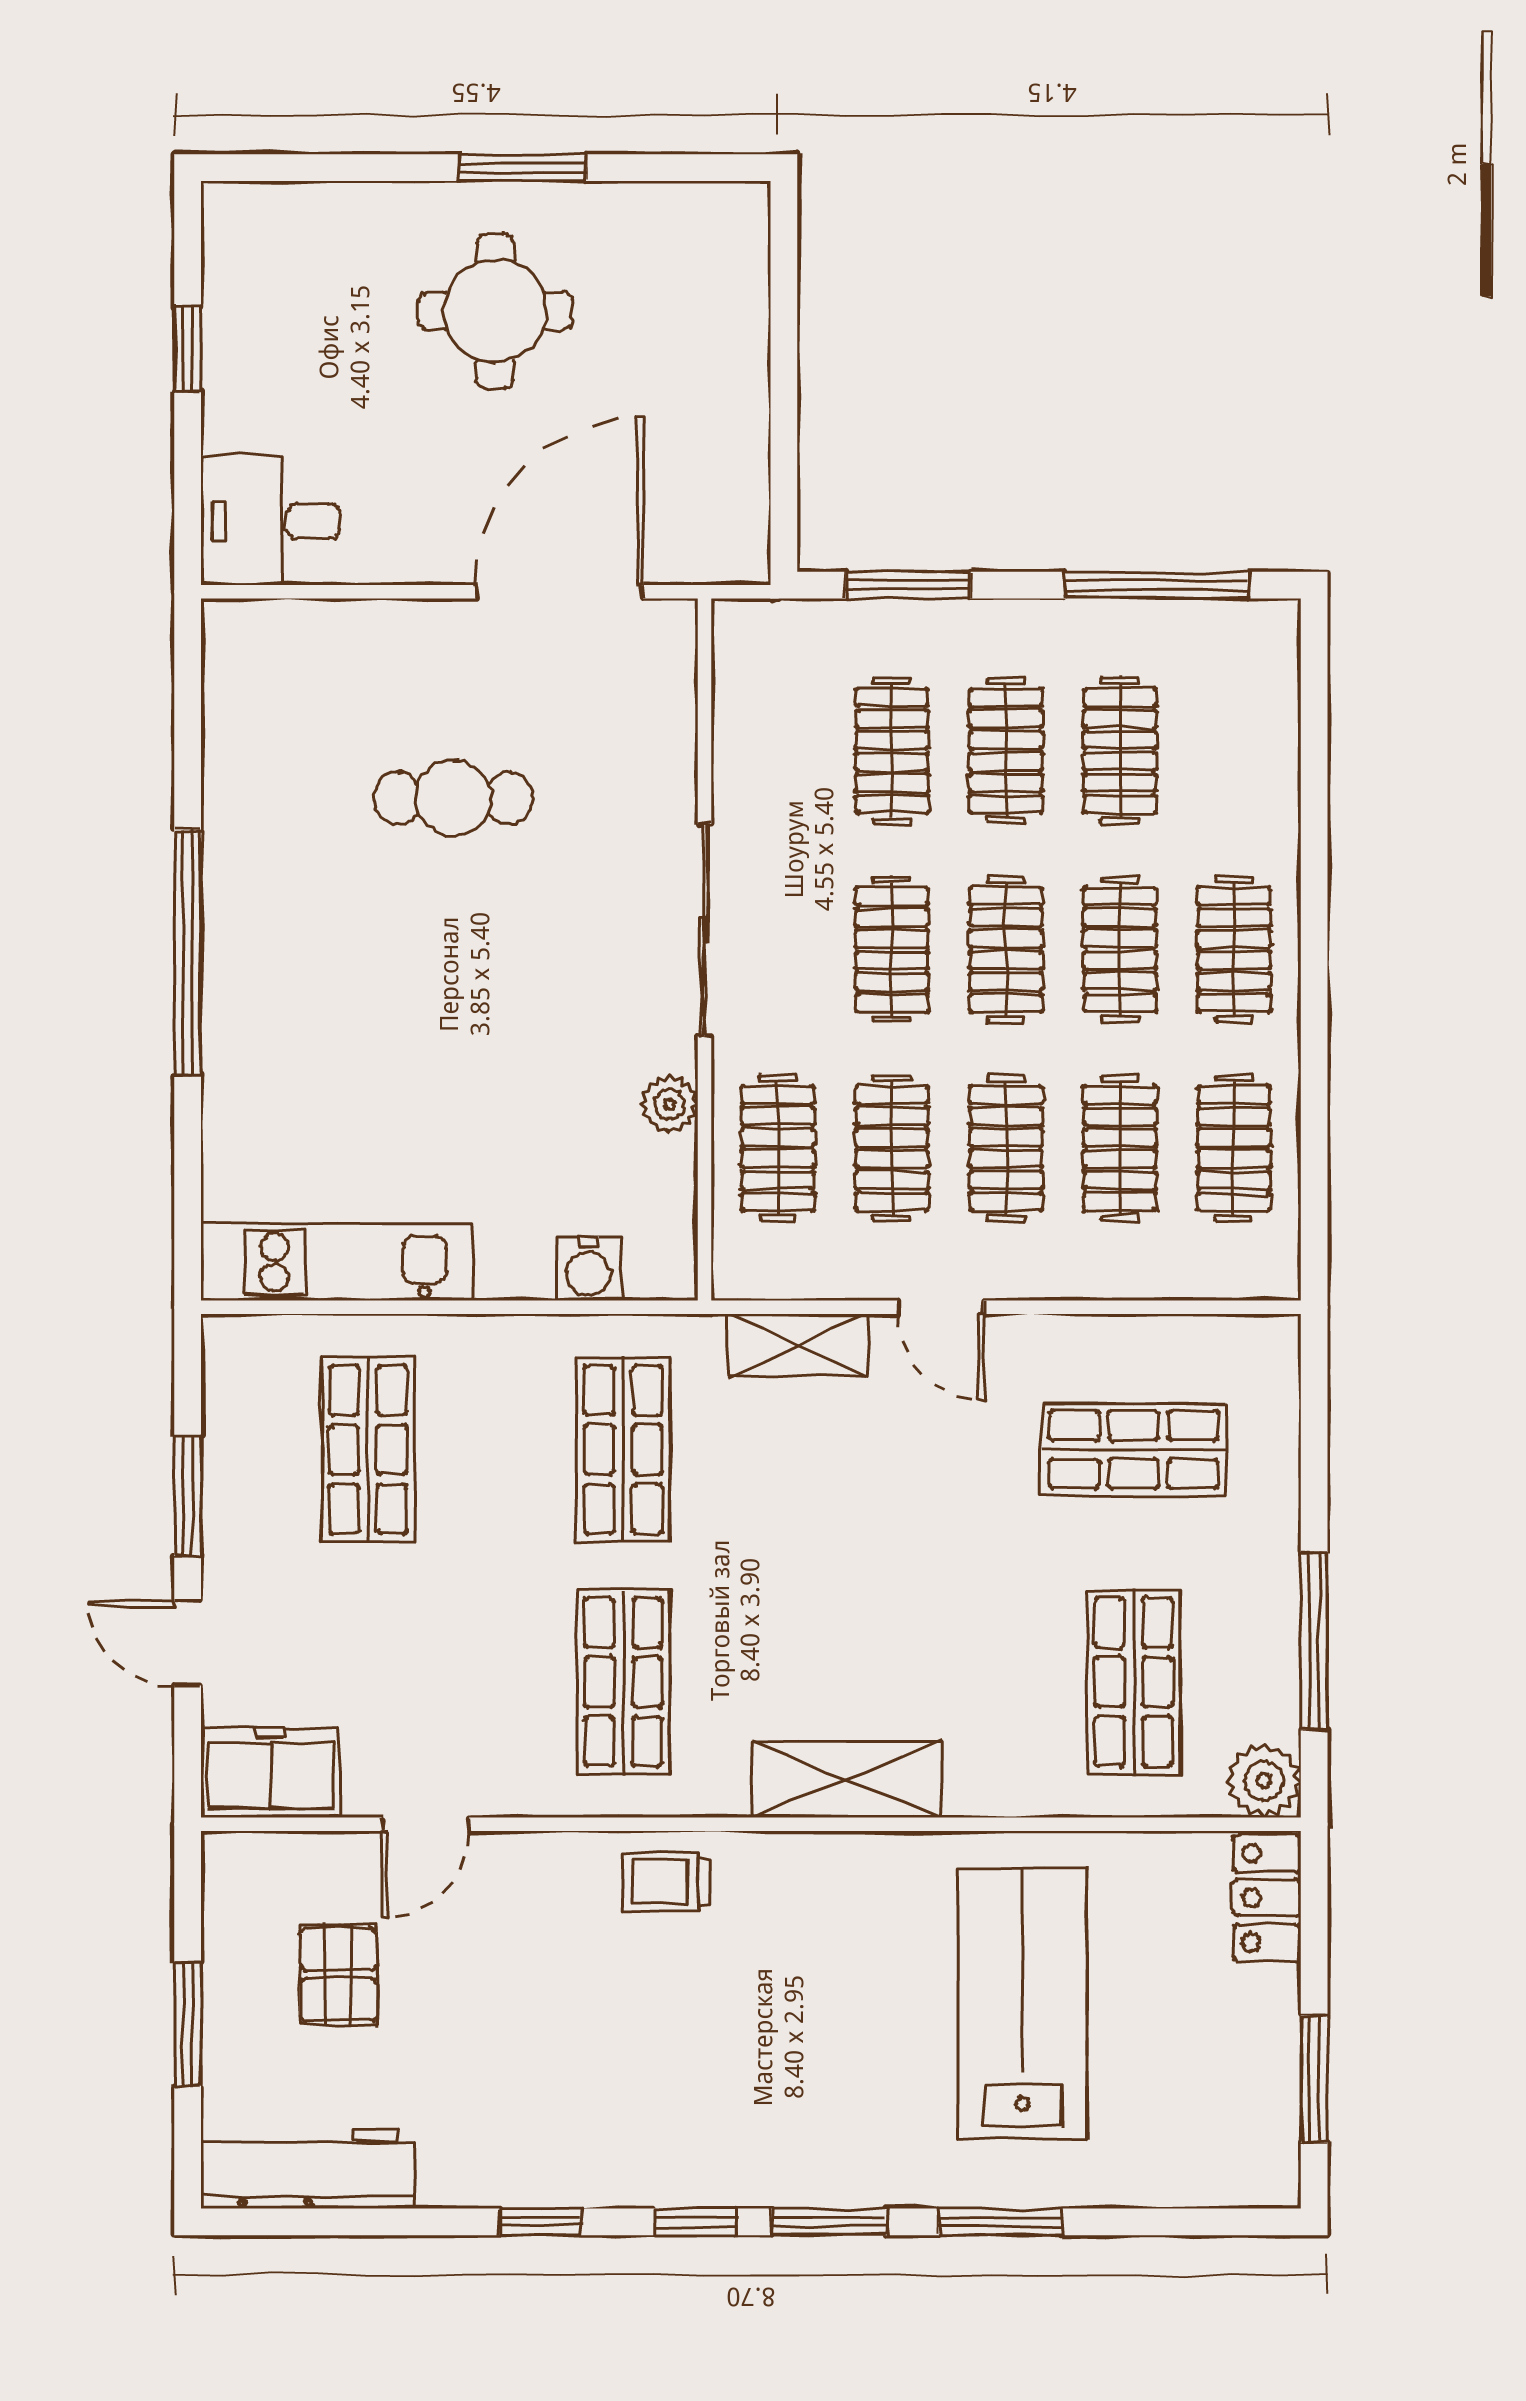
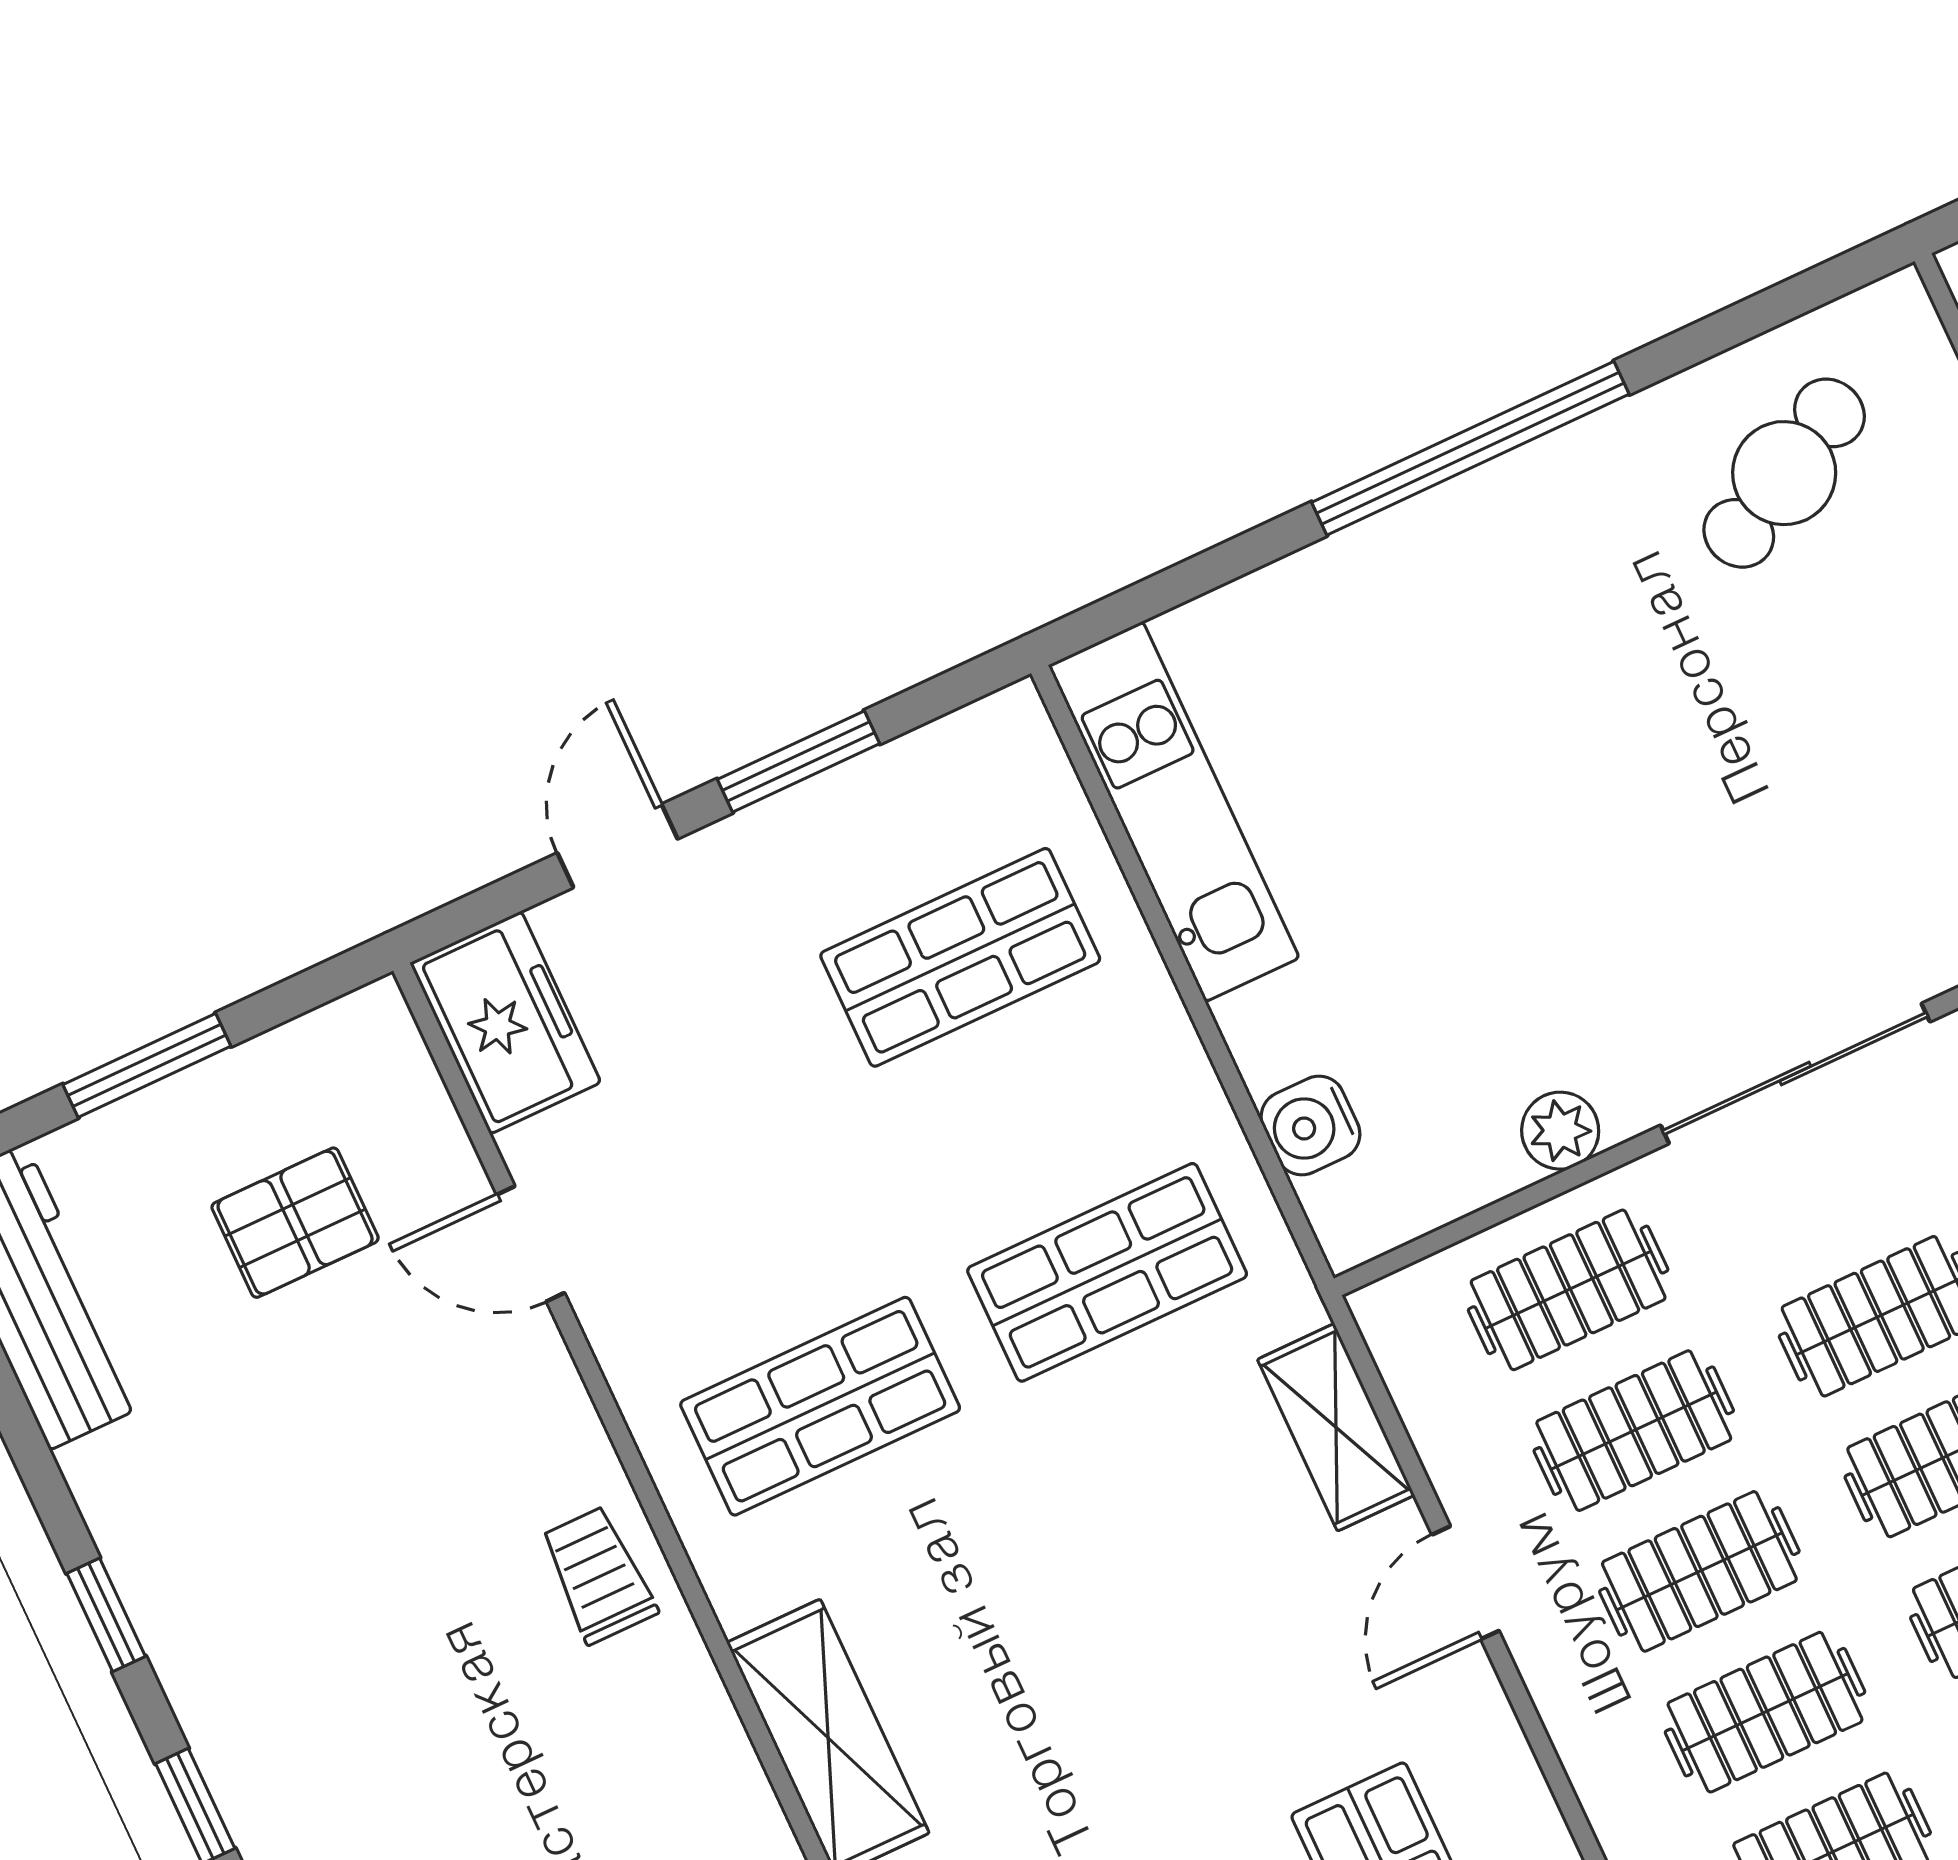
cafe table: (453, 798) -> (1784, 473), moved, turned 62

